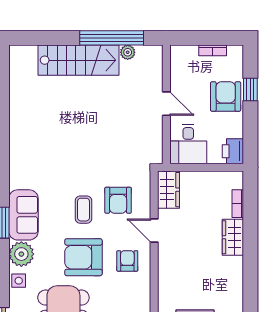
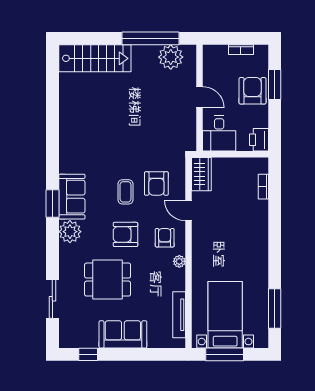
plant: (128, 52) -> (171, 57), width x1.88, depth x1.88
stairs: (79, 60) -> (95, 58), moved
window: (250, 89) -> (275, 85), width x1.50
wardrobe: (233, 237) -> (259, 217), removed
armchair: (83, 257) -> (125, 234), width x0.73, depth x0.73
side table: (19, 281) -> (68, 255), removed
plant: (144, 287) -> (179, 261), added

